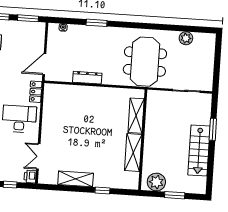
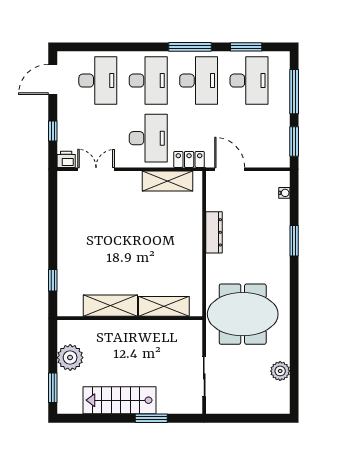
shelving: (76, 179) -> (168, 181), moved, turned 90
plant: (156, 182) -> (70, 358), moved
window: (102, 191) -> (53, 280), moved
window: (175, 195) -> (53, 388), moved

